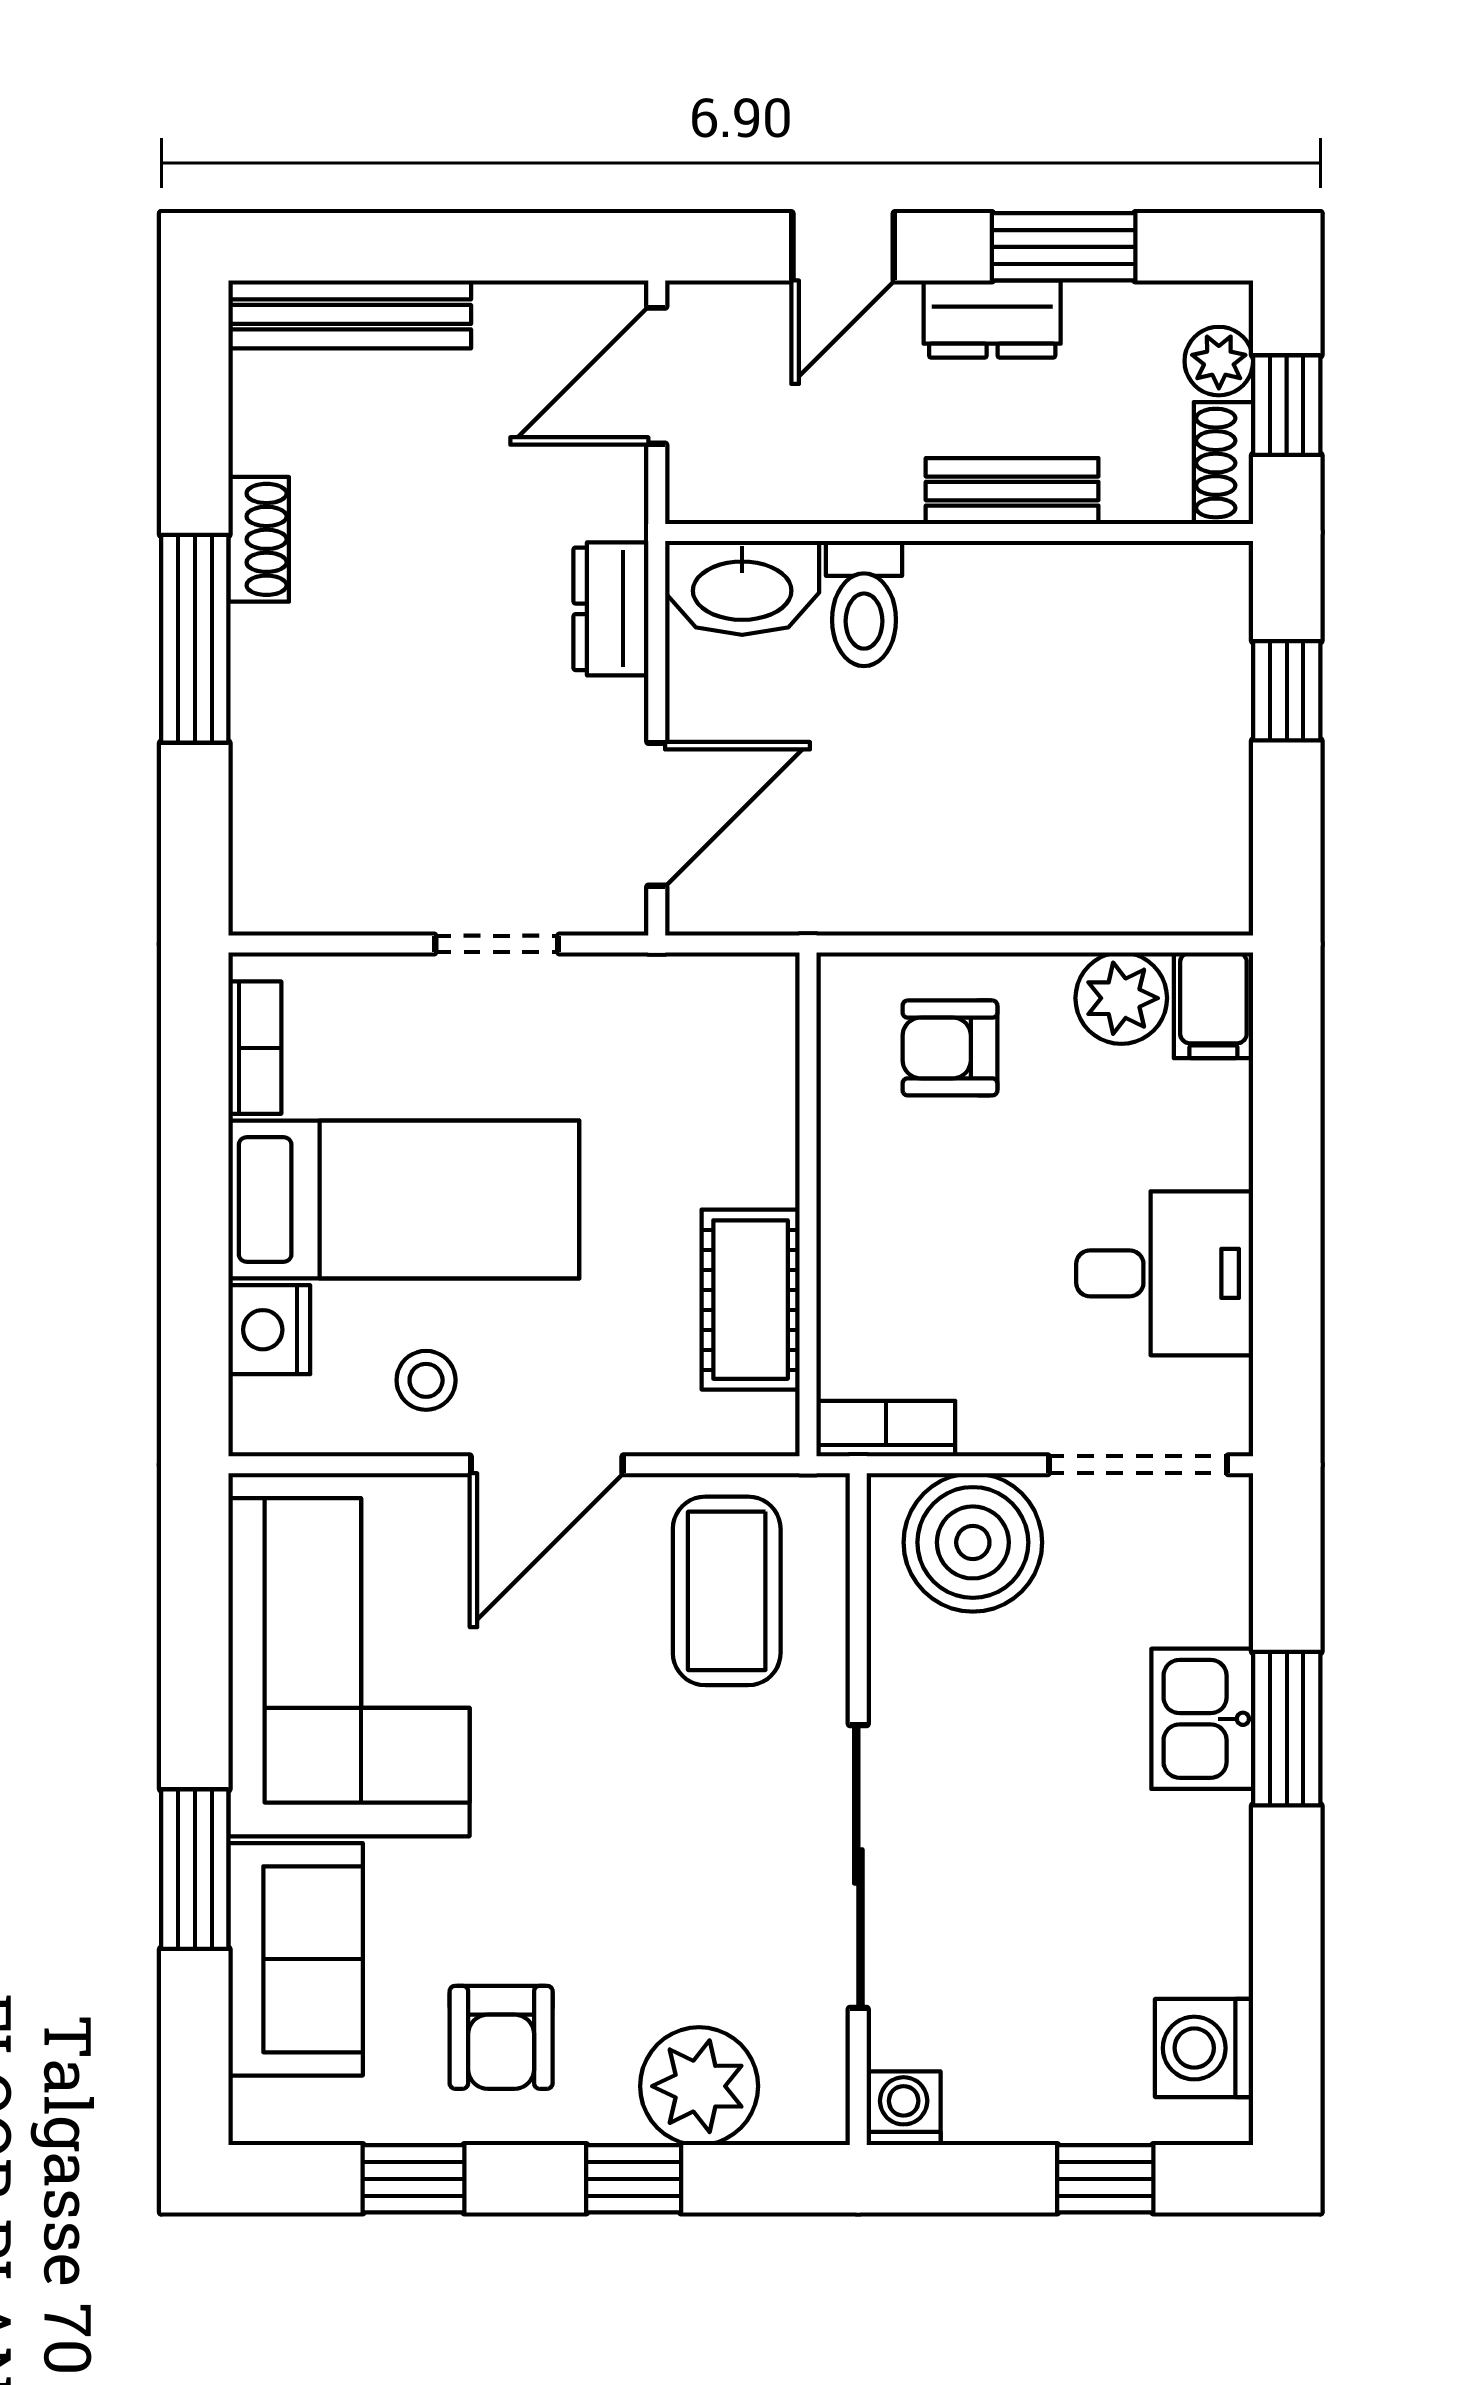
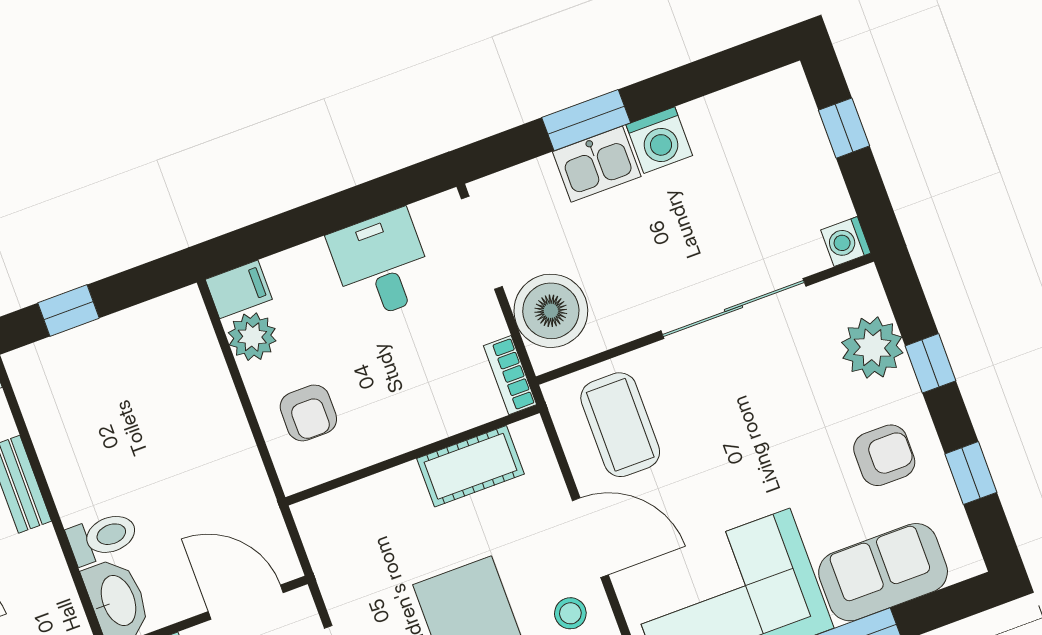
coffee table: (727, 1591) -> (620, 425), turned 90
washing machine: (1204, 2048) -> (659, 140), moved

